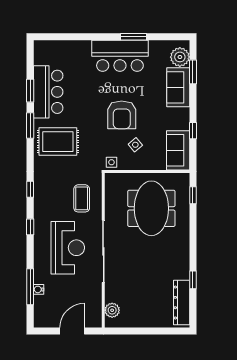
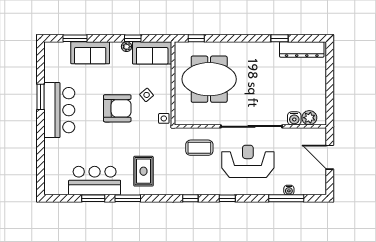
plant: (180, 57) -> (127, 47), moved, width x0.53, depth x0.53
rug: (58, 142) -> (143, 171), width x0.73, depth x0.70
water cooler: (111, 295) -> (294, 118), added

